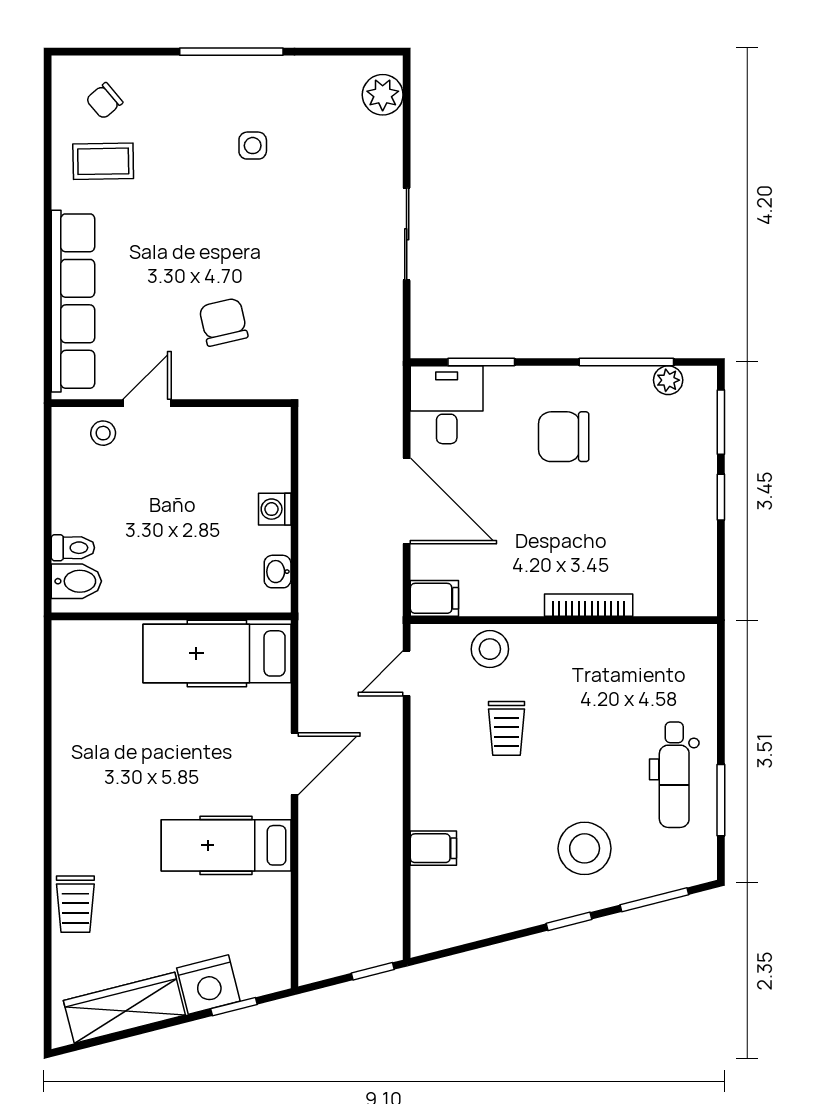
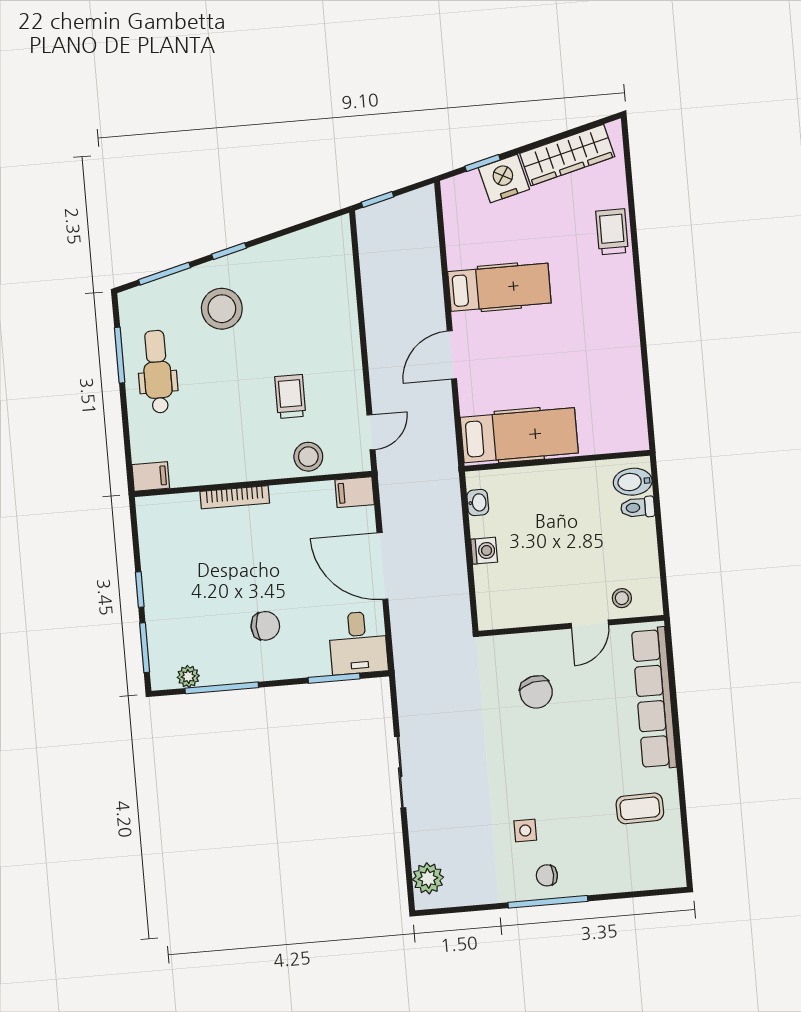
chair: (104, 101) -> (547, 875), moved, turned -140
chair: (564, 437) -> (265, 626), width x0.73, depth x0.73
filing cabinet: (433, 848) -> (151, 476), moved, turned 180

